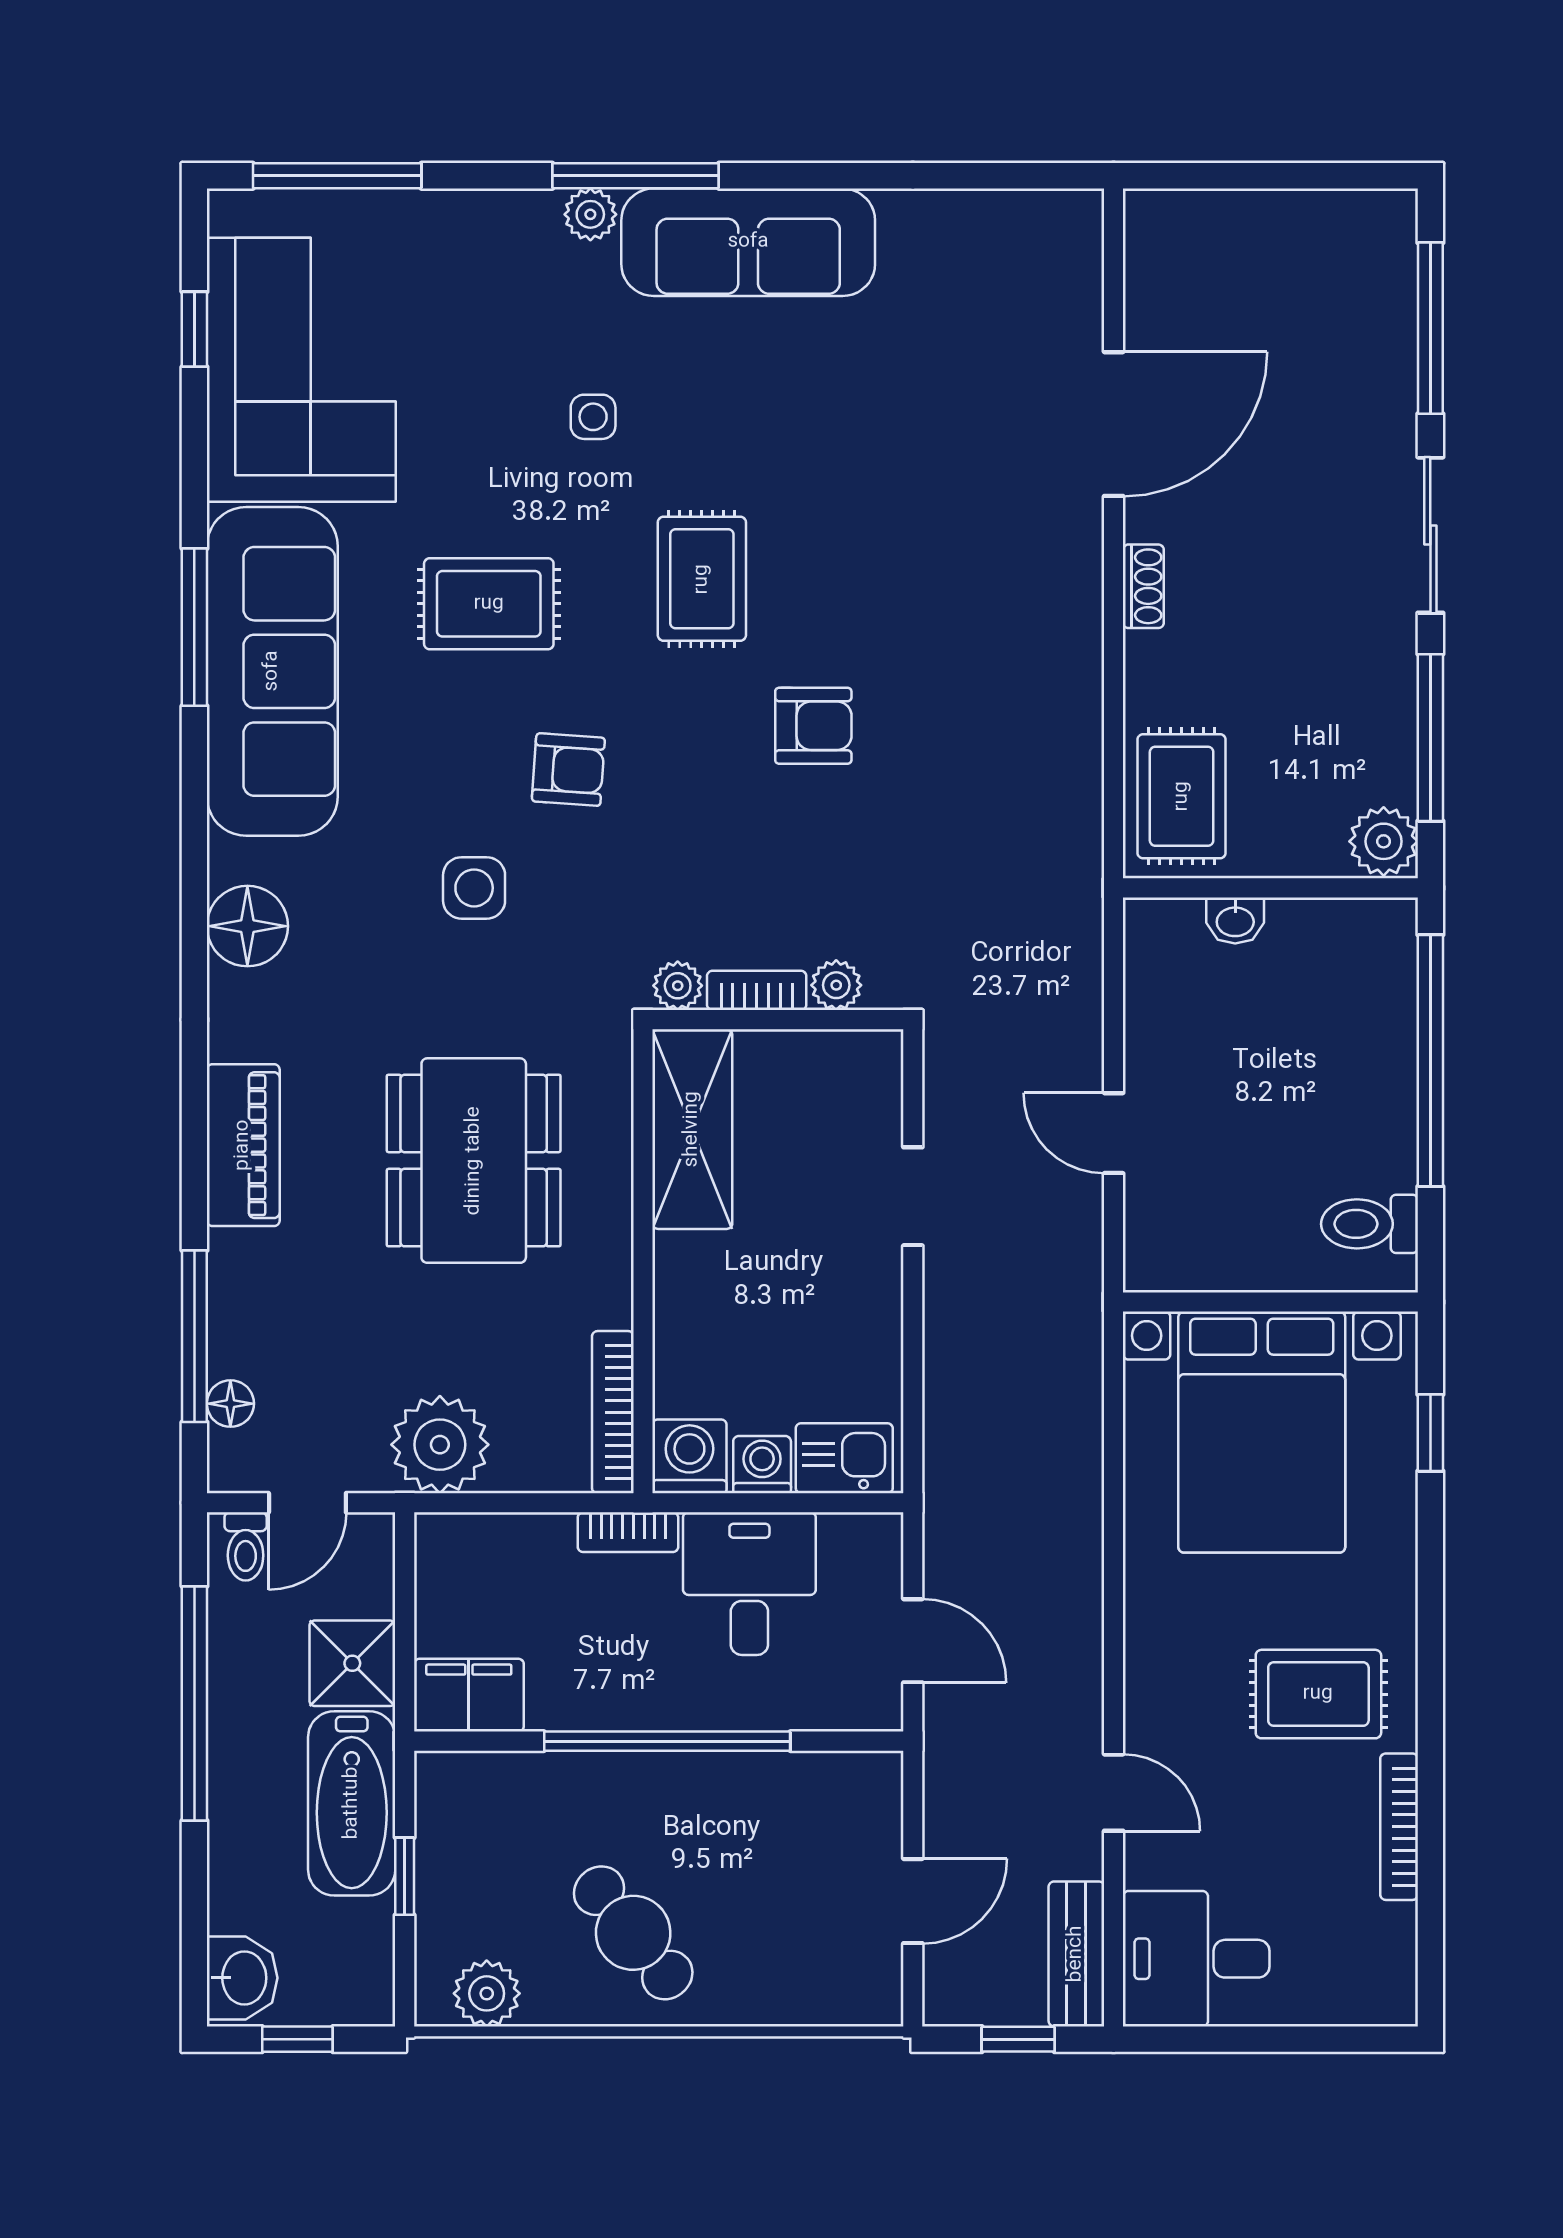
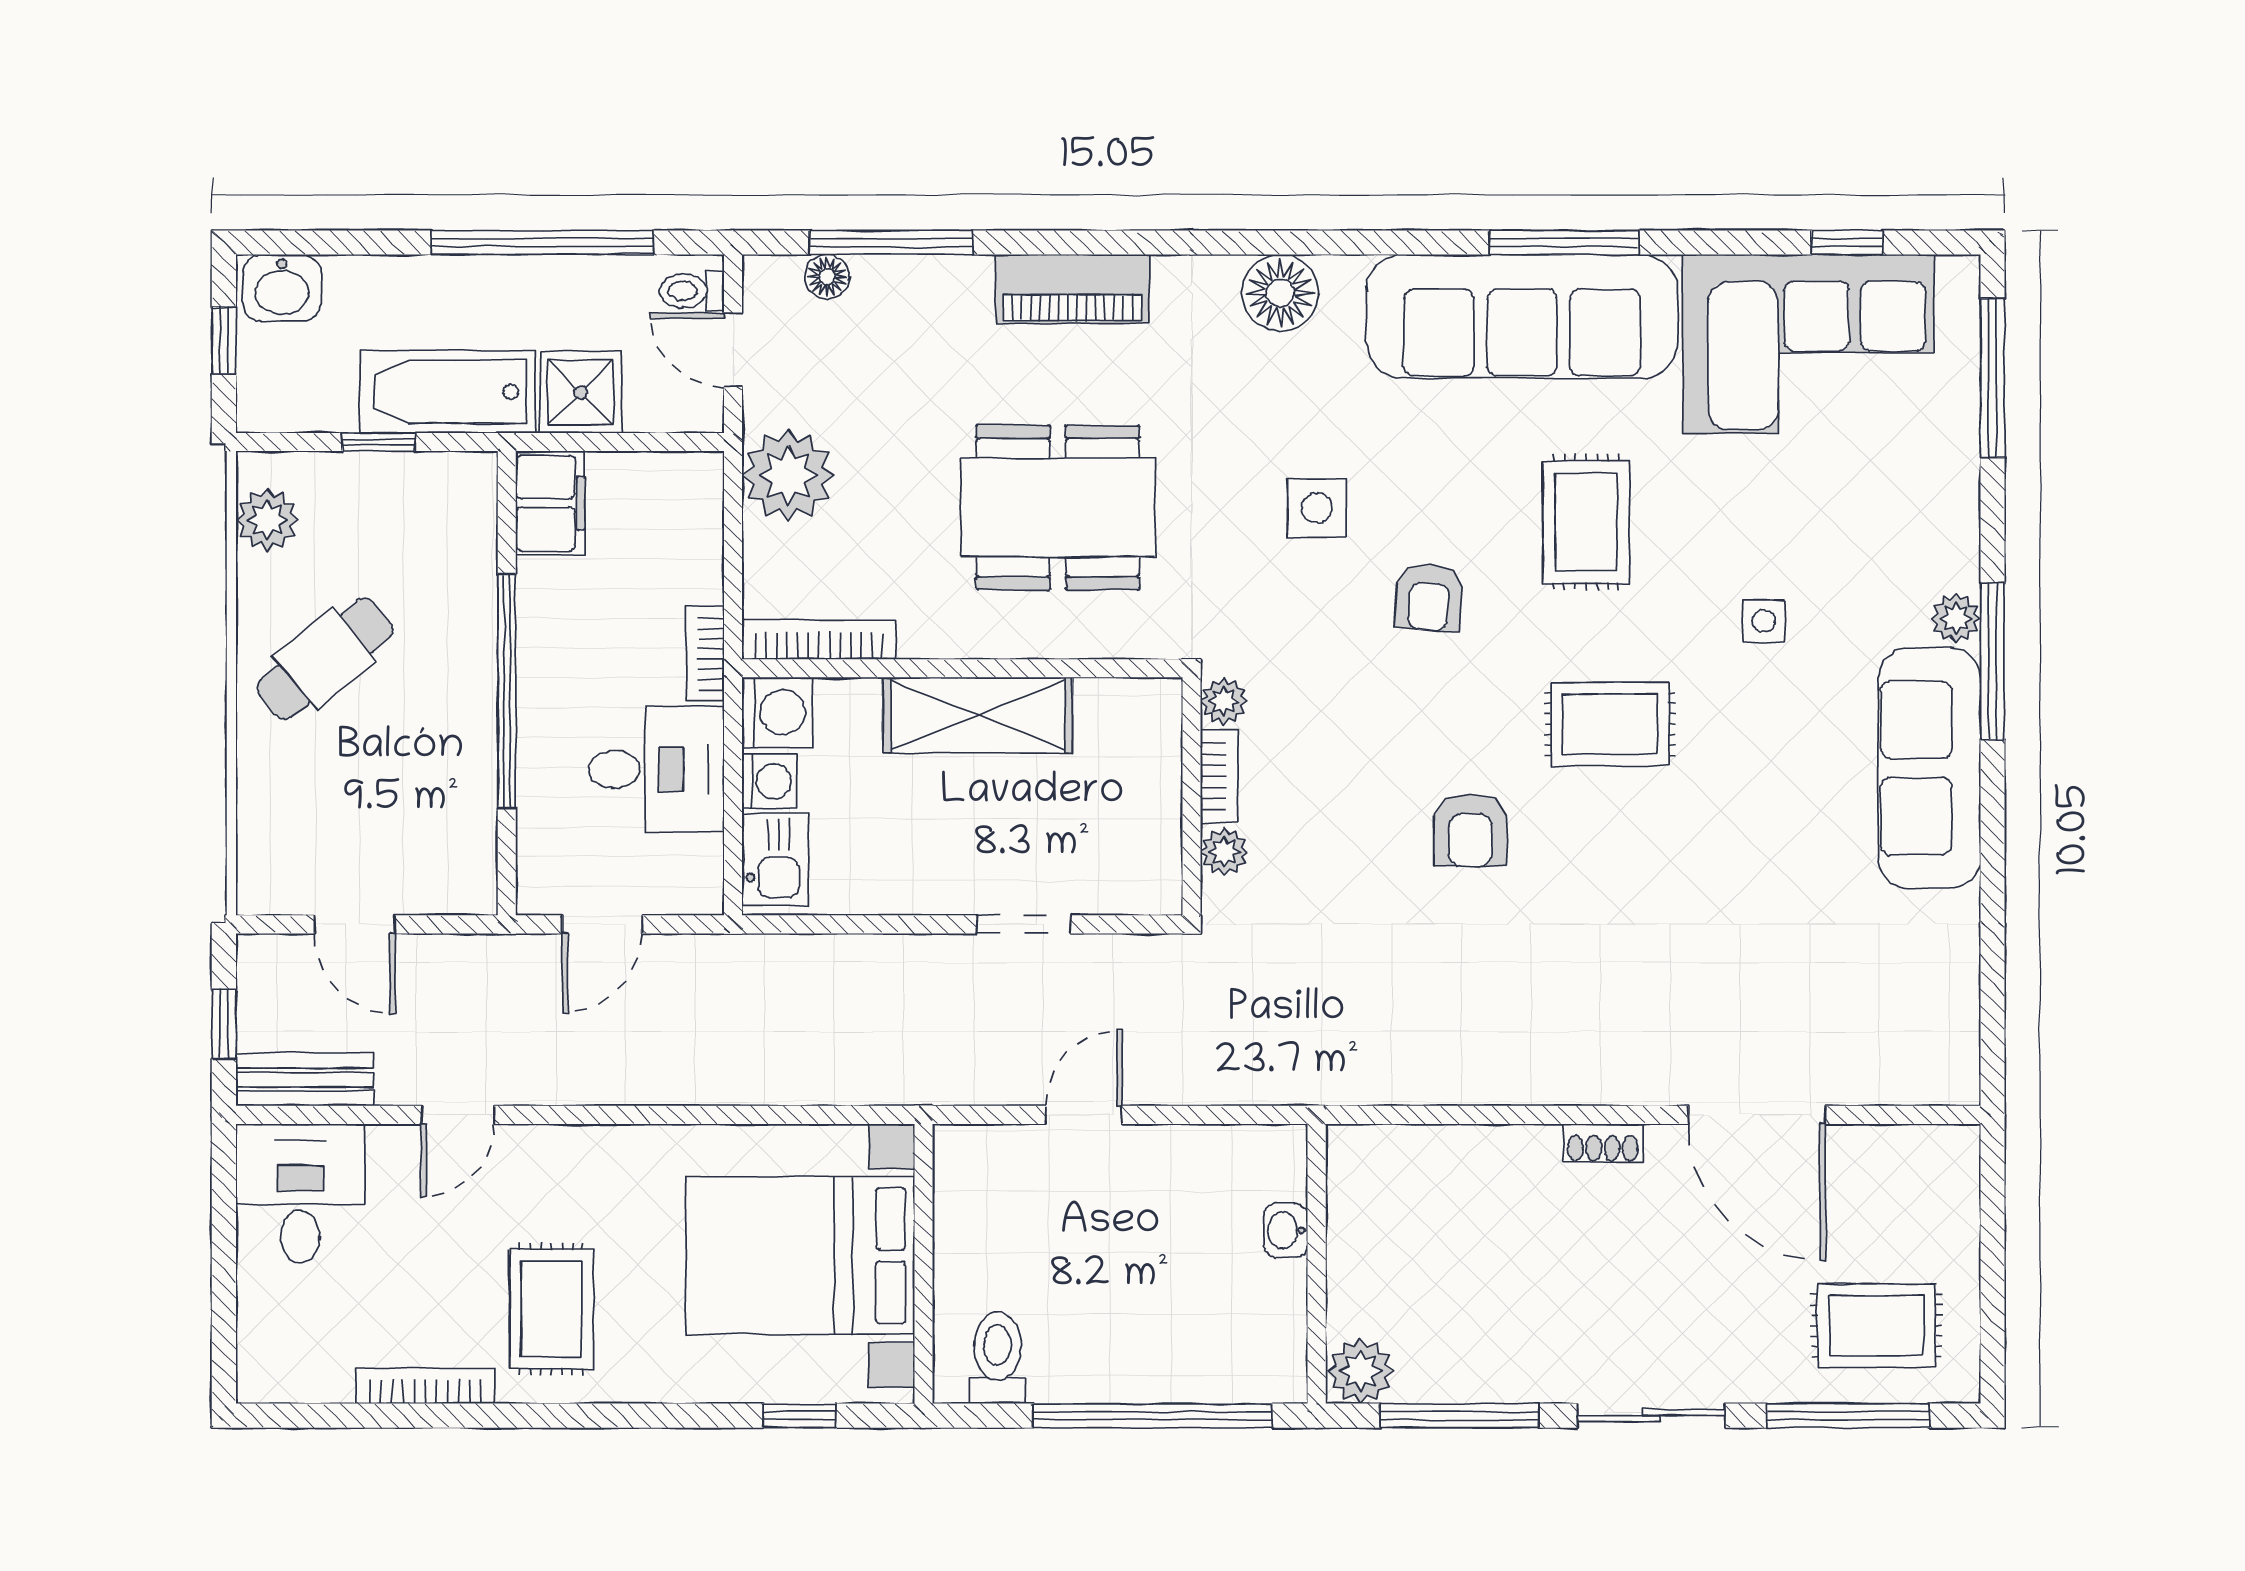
rug: (1182, 796) -> (1876, 1326), moved
shelving: (692, 1129) -> (978, 715), moved

